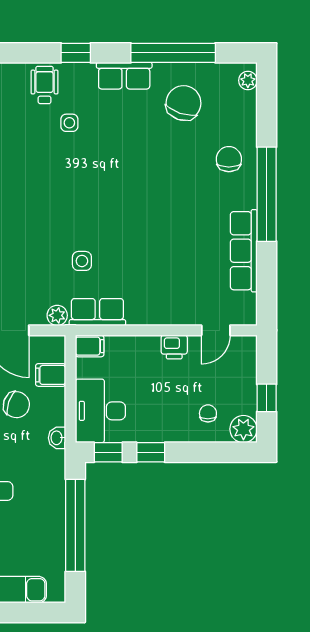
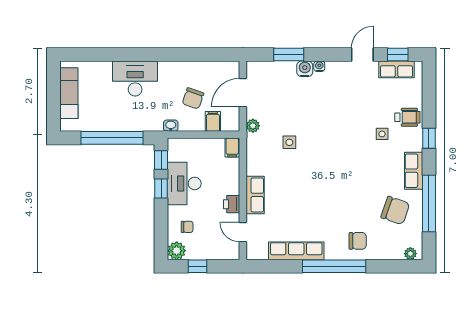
row of seats: (97, 312) -> (255, 195), moved
desk: (100, 411) -> (184, 183), moved, turned -90

